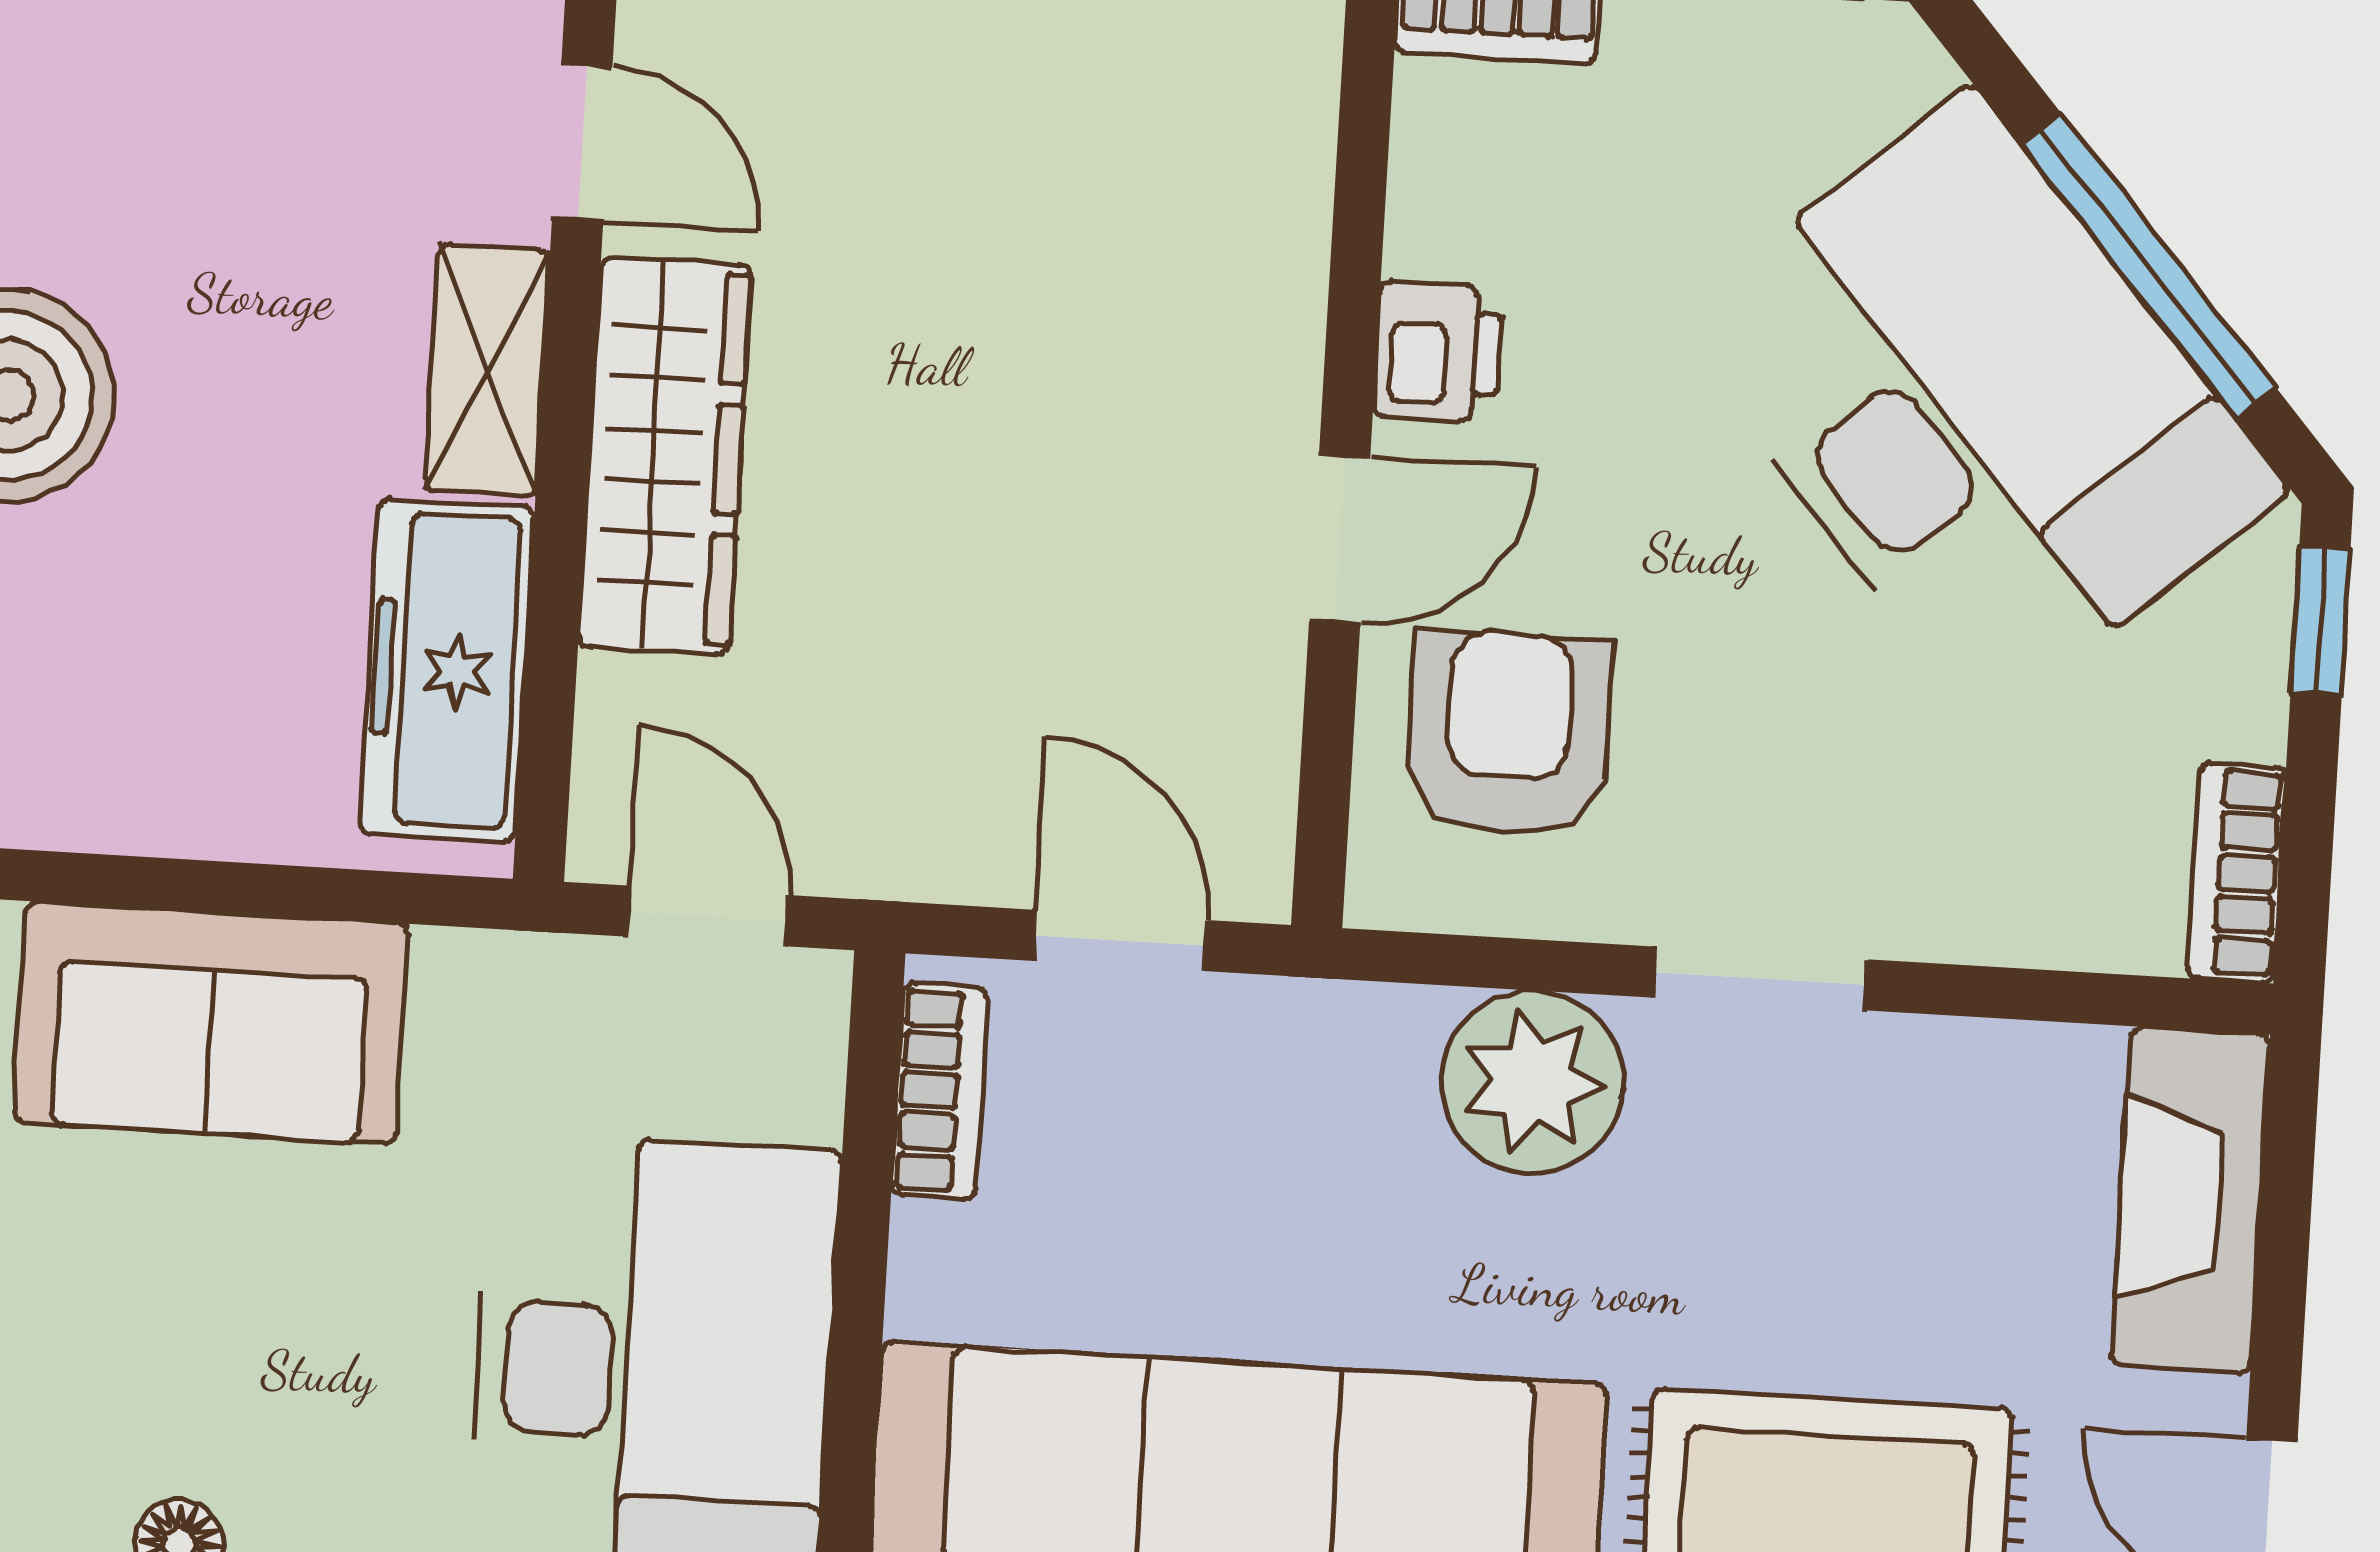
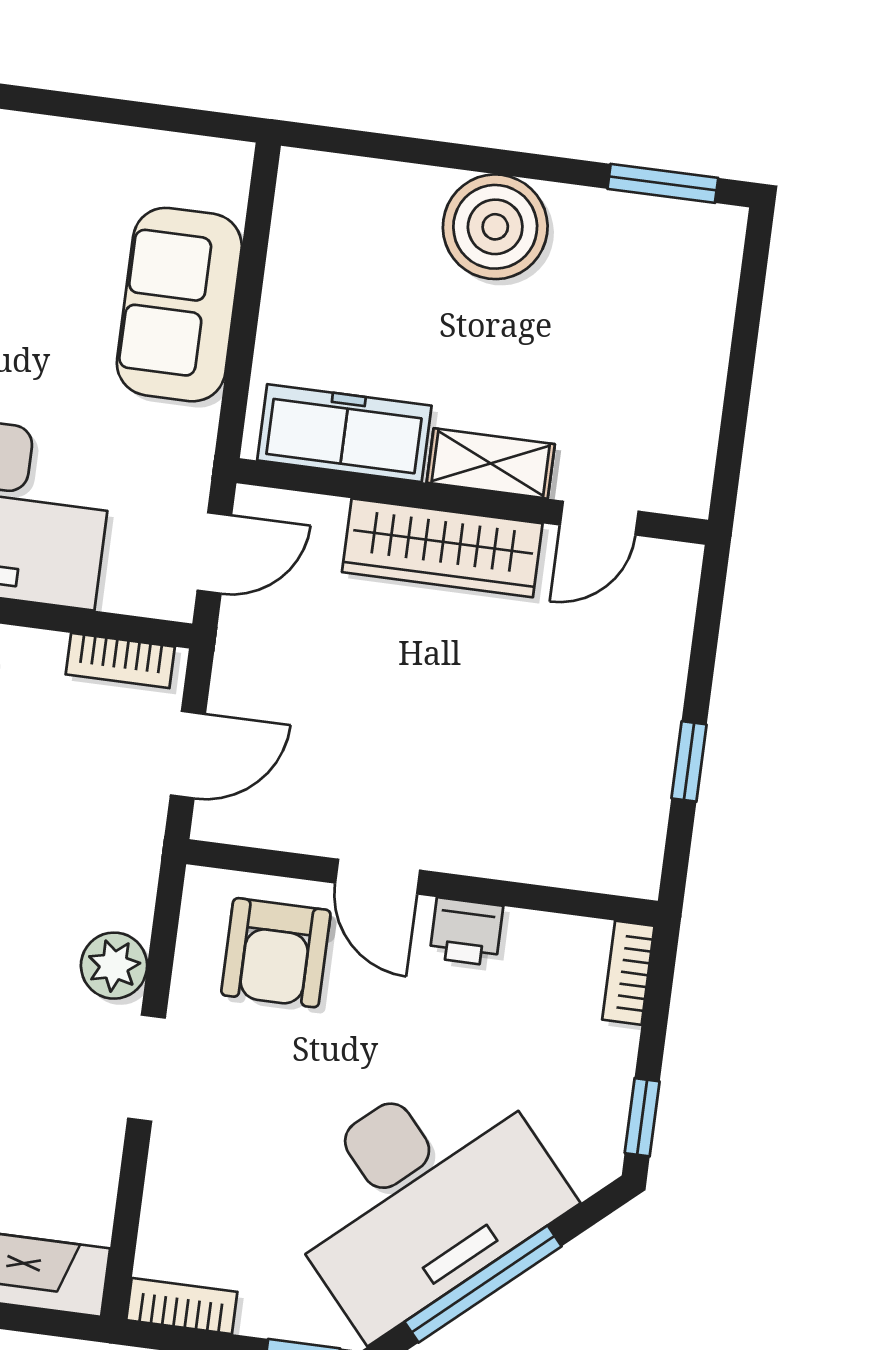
armchair: (1508, 734) -> (276, 953), turned 90
plant: (1532, 1082) -> (114, 966), width x0.73, depth x0.73

